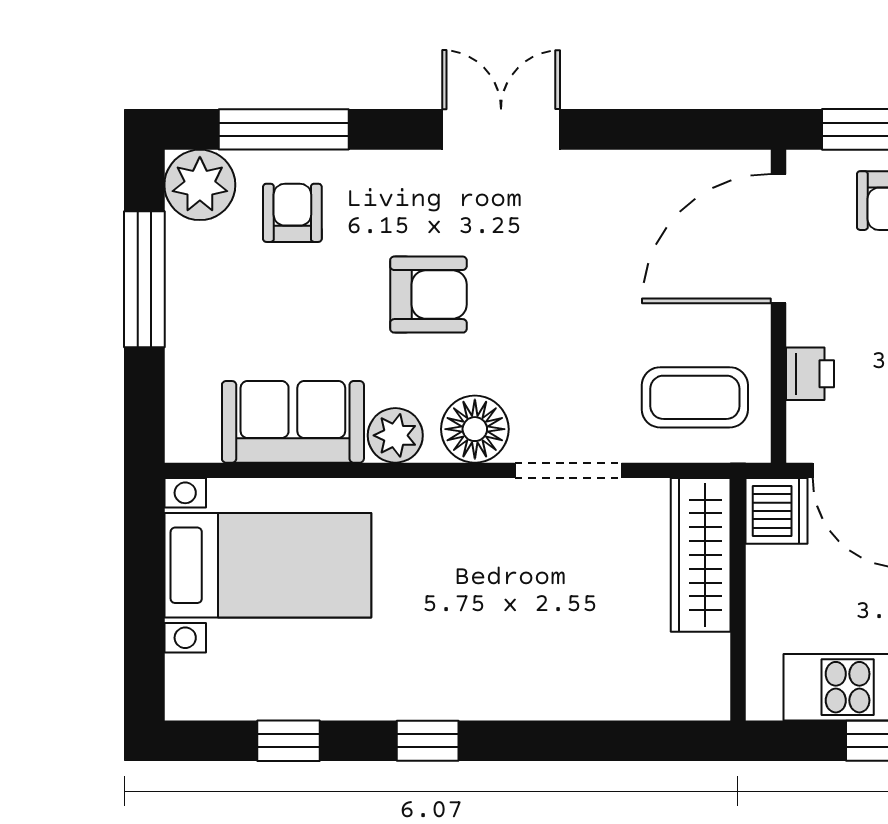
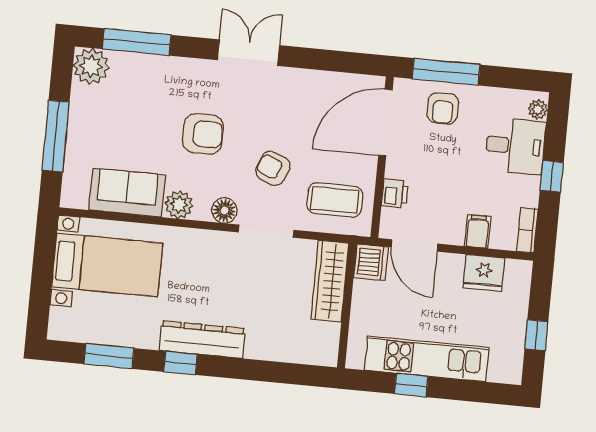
armchair: (292, 213) -> (273, 168), moved, turned -68
window: (144, 279) -> (56, 136), moved
floor lamp: (475, 429) -> (224, 210), width x0.73, depth x0.73
dresser: (465, 691) -> (202, 339), added
window: (288, 741) -> (109, 356), width x1.50

